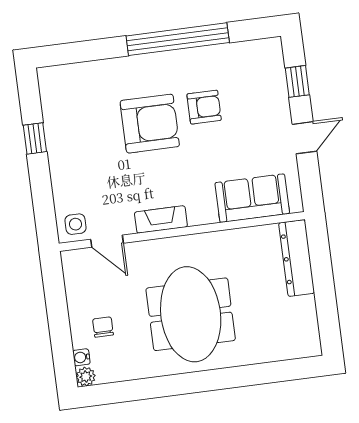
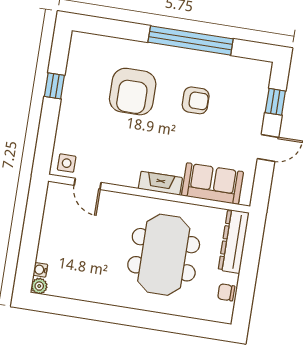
armchair: (150, 124) -> (133, 92), moved, turned 90
fireplace: (161, 219) -> (160, 183), moved
meeting table: (191, 314) -> (164, 255), moved
chair: (103, 327) -> (226, 292), moved, turned -90

